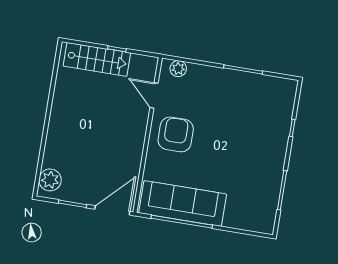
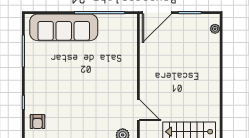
armchair: (176, 134) -> (37, 122), moved, width x0.53, depth x0.53
plant: (50, 180) -> (215, 29), width x0.53, depth x0.53
sofa: (183, 203) -> (64, 27), moved

